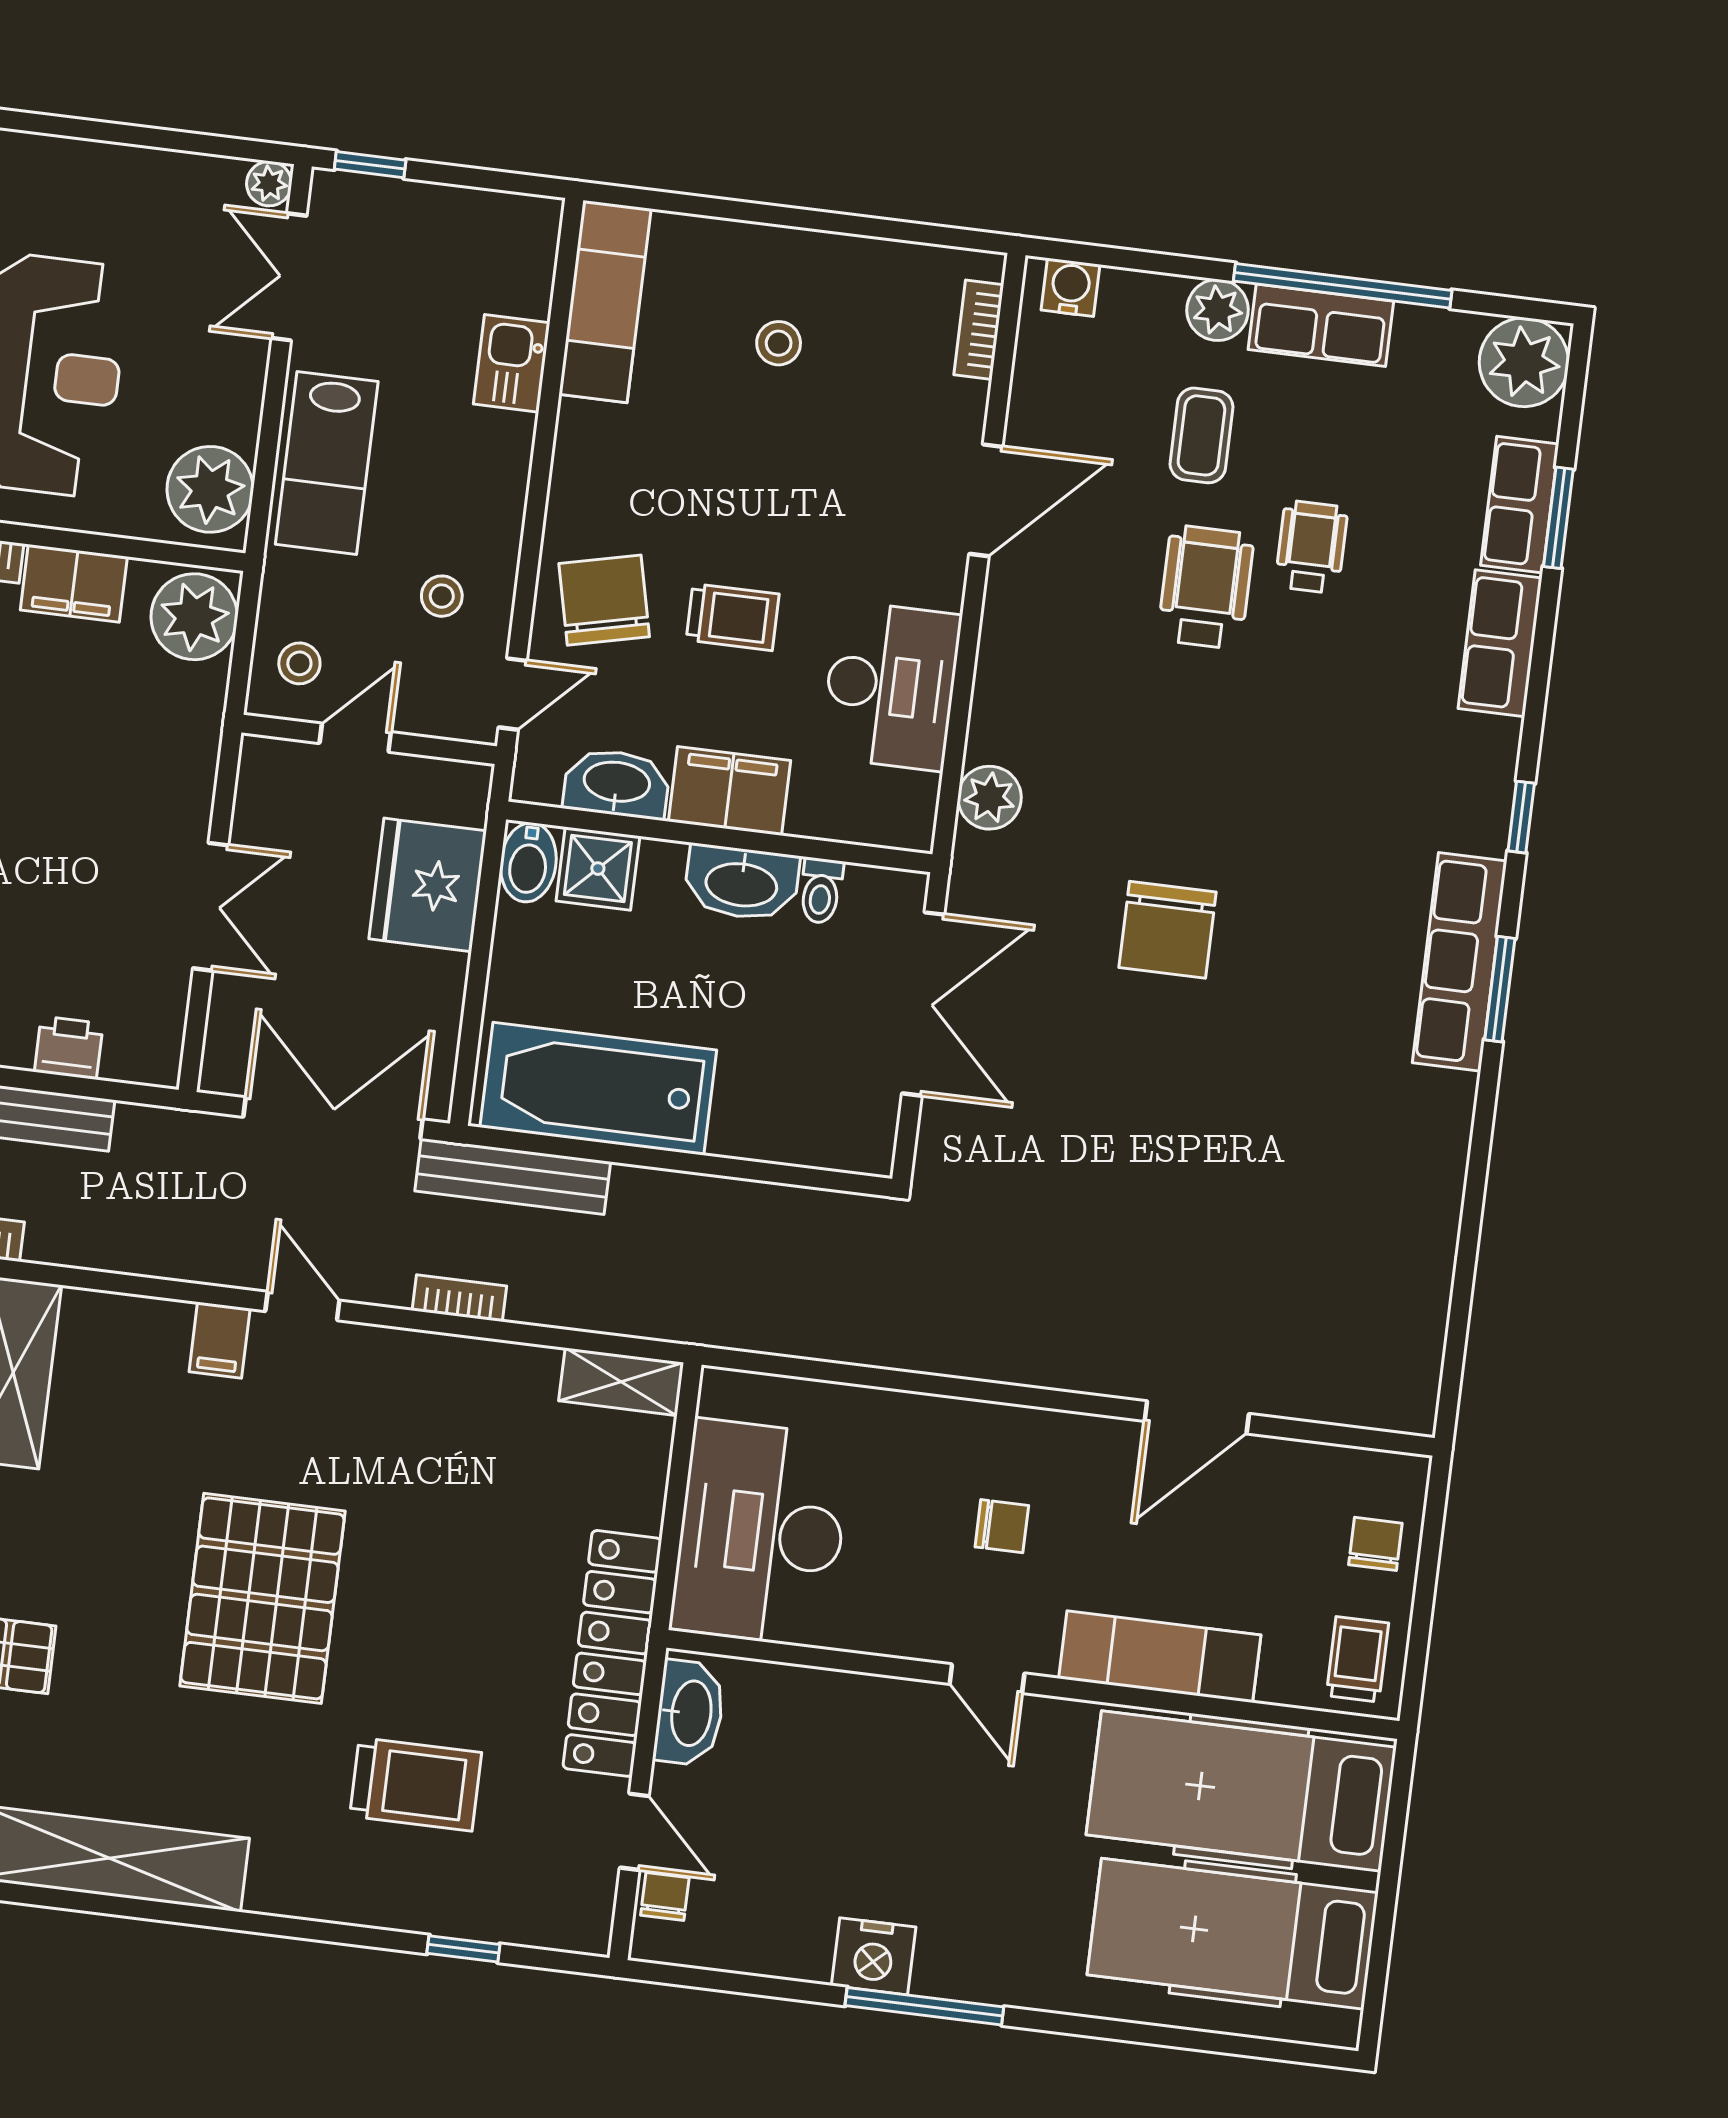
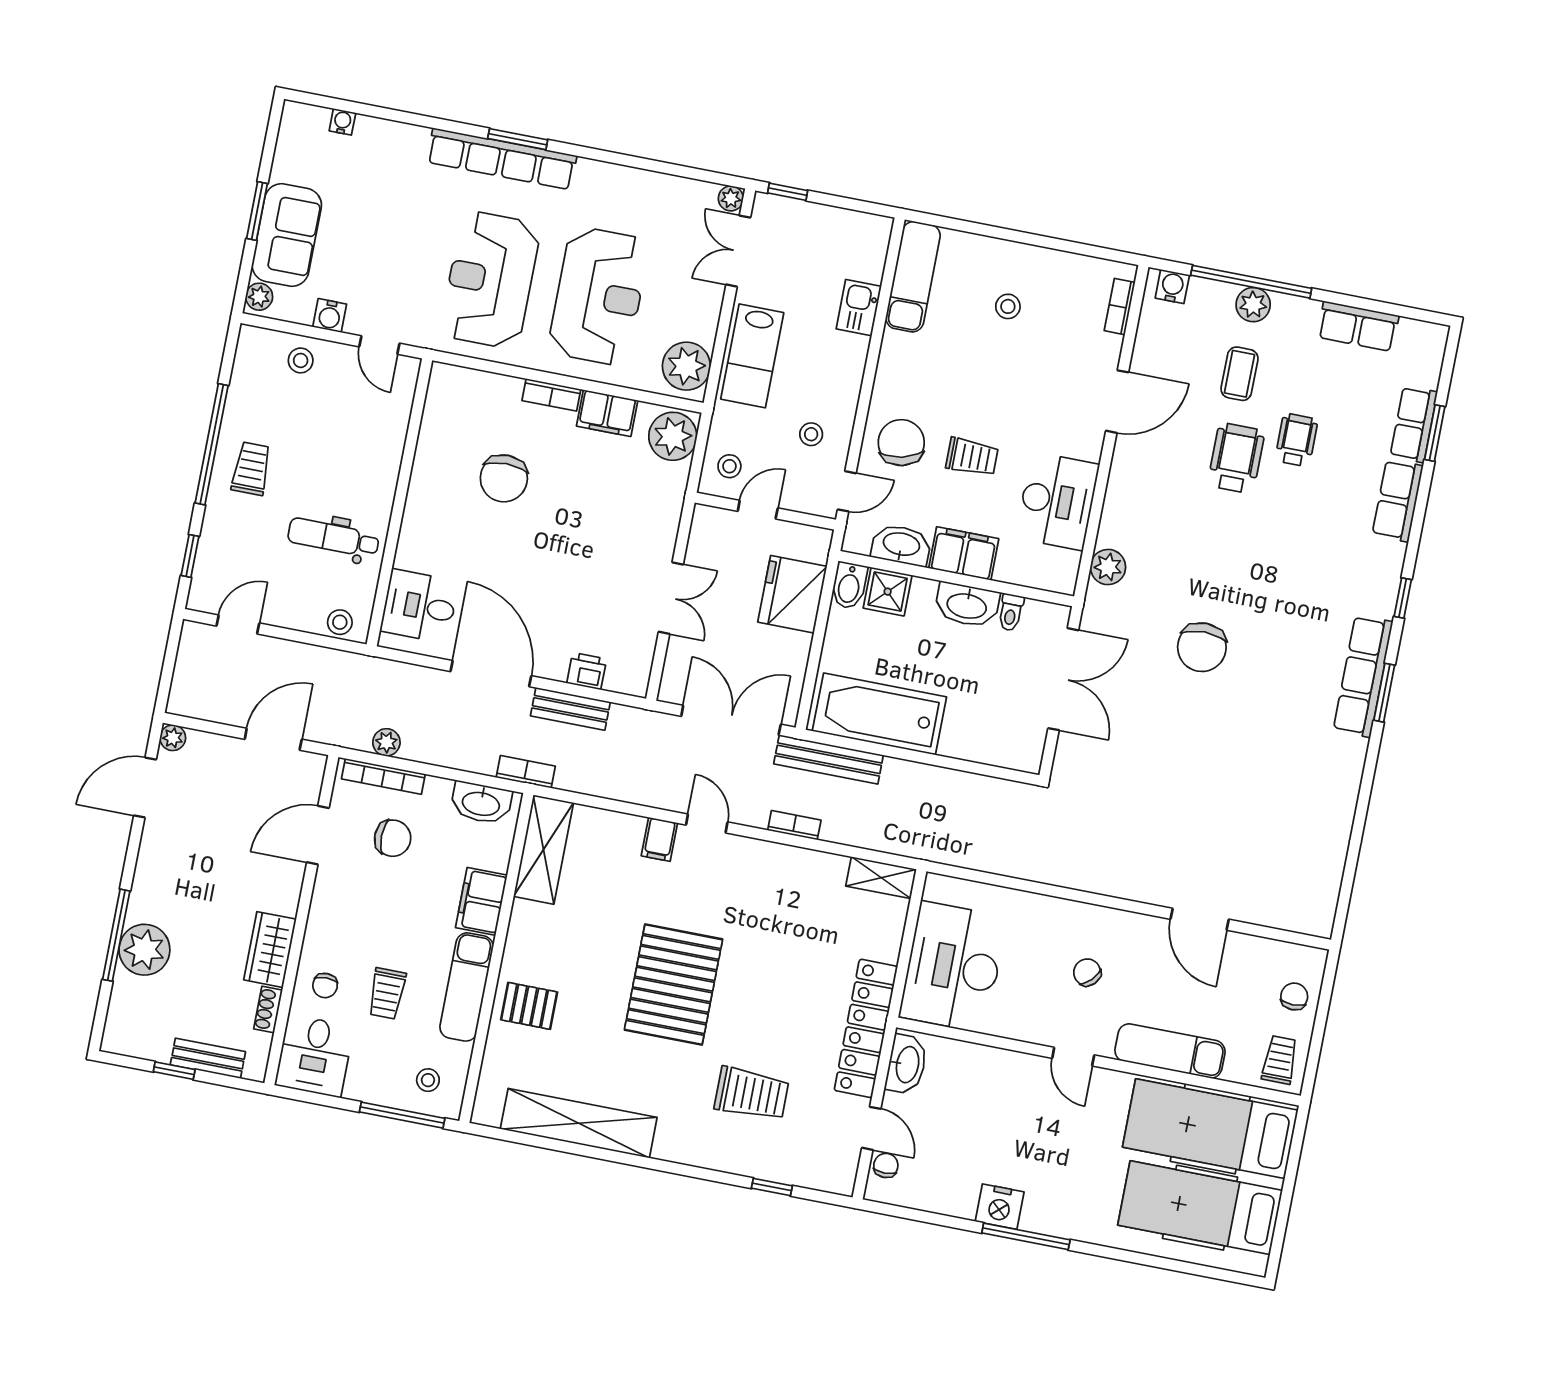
window: (1343, 286) -> (1251, 282), moved
row of seats: (1321, 325) -> (1358, 326), moved
plant: (1524, 362) -> (1422, 345), removed
door: (1197, 1417) -> (1200, 919), hinge flipped
chair: (1002, 1526) -> (1087, 972), turned -136

